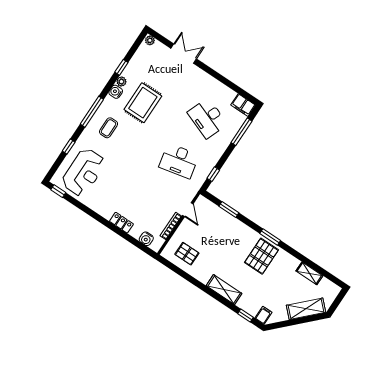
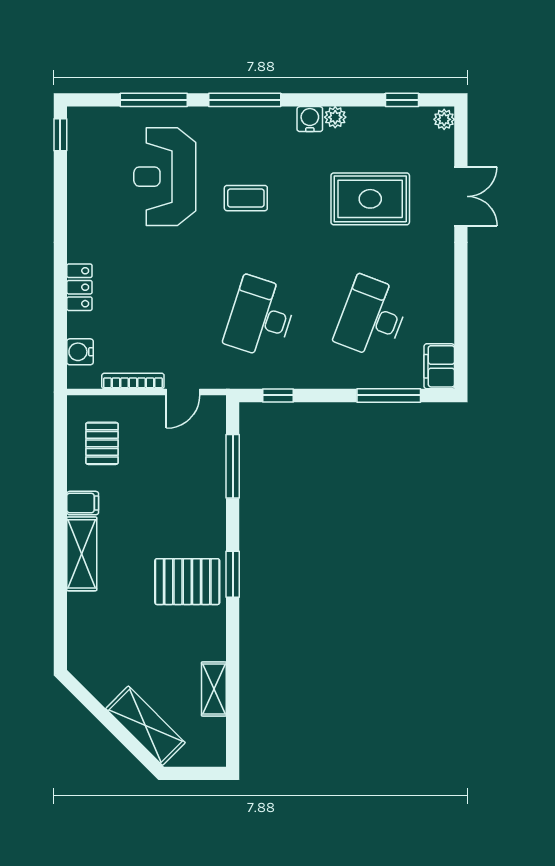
window: (121, 67) -> (402, 100), moved
rug: (143, 103) -> (370, 199), moved
coffee table: (109, 128) -> (246, 198), moved
window: (69, 147) -> (154, 100), width x2.17
desk: (179, 161) -> (261, 317), turned 30
reception desk: (84, 172) -> (165, 177), moved, turned 90
window: (229, 210) -> (233, 466), width x1.44
filing cabinet: (263, 315) -> (83, 503), moved
window: (245, 316) -> (60, 624), removed

